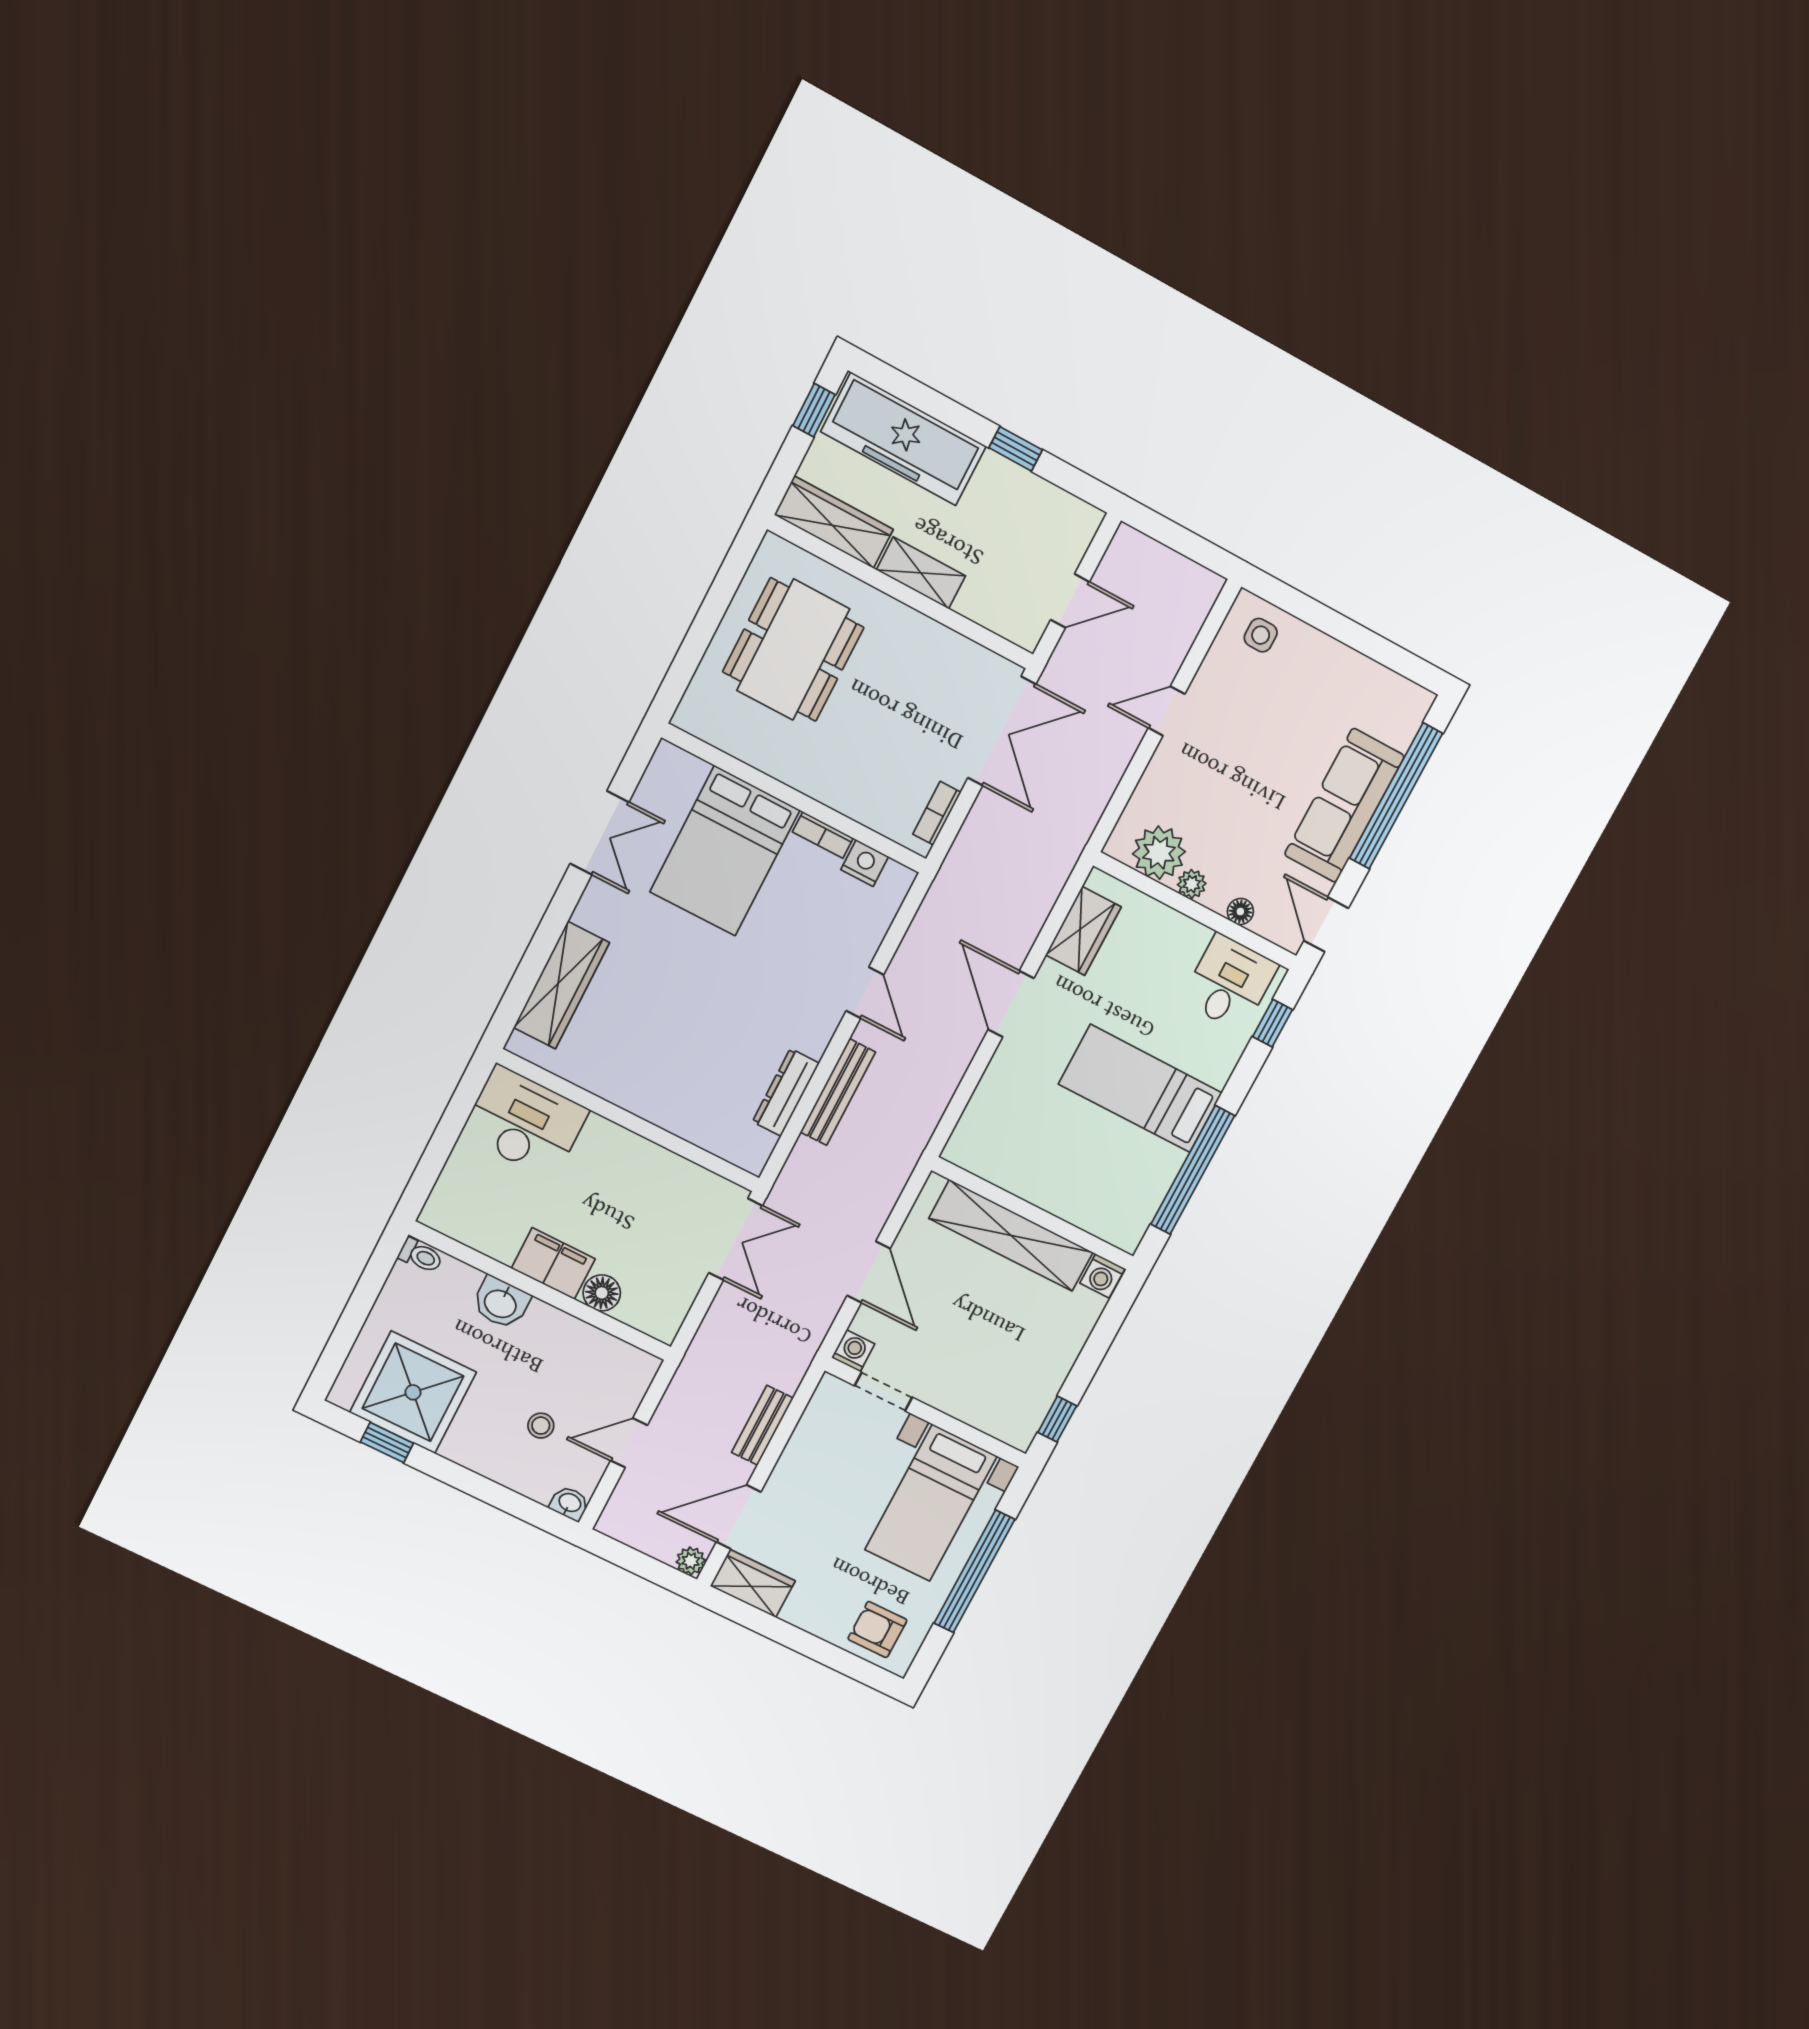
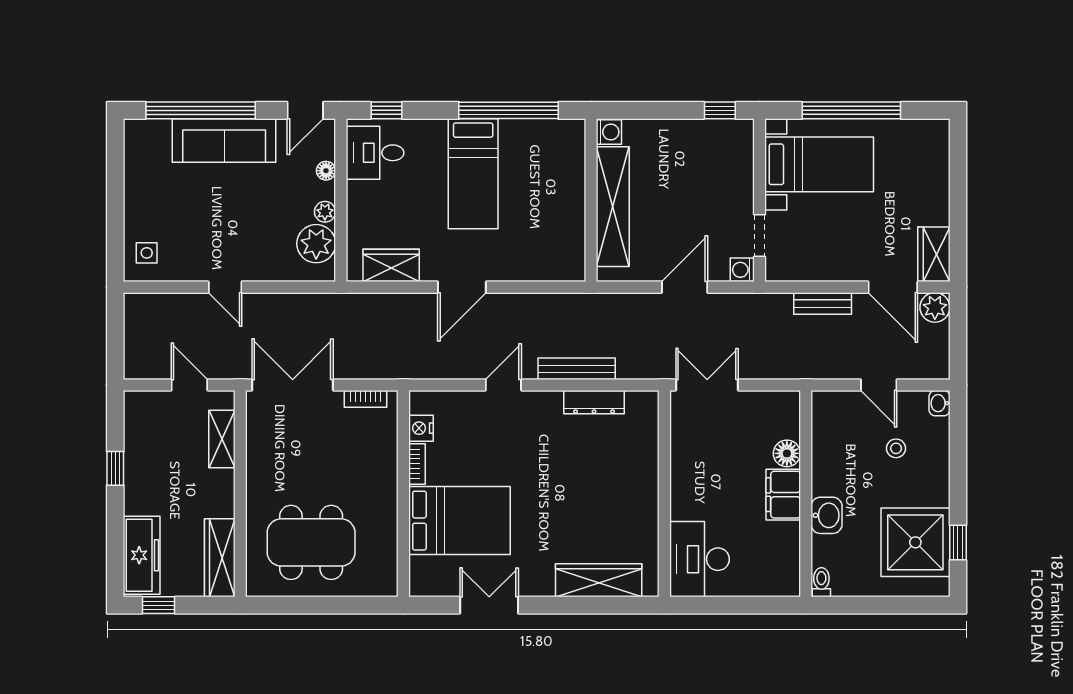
freezer: (904, 439) -> (142, 555), width x0.73, depth x0.79
shelving: (921, 573) -> (222, 439), moved
plant: (691, 1561) -> (935, 307), width x1.38, depth x1.38
armchair: (877, 1629) -> (924, 154), removed

